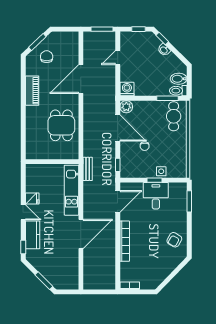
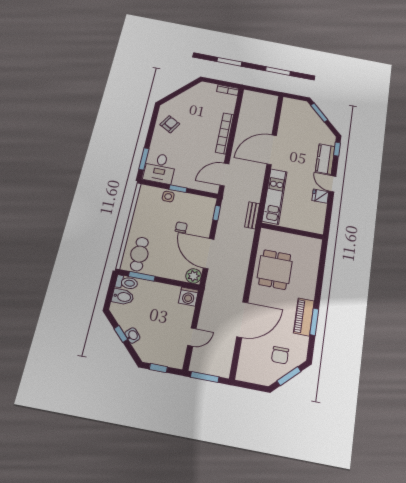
window: (162, 38) -> (121, 334), moved
window: (23, 88) -> (314, 322), added
desk: (156, 196) -> (160, 168), moved

